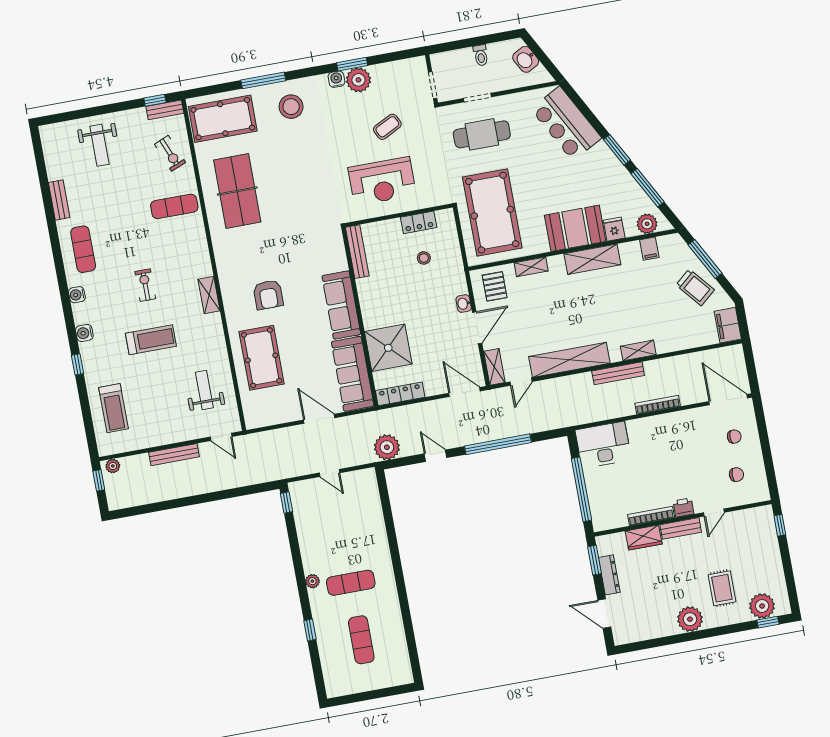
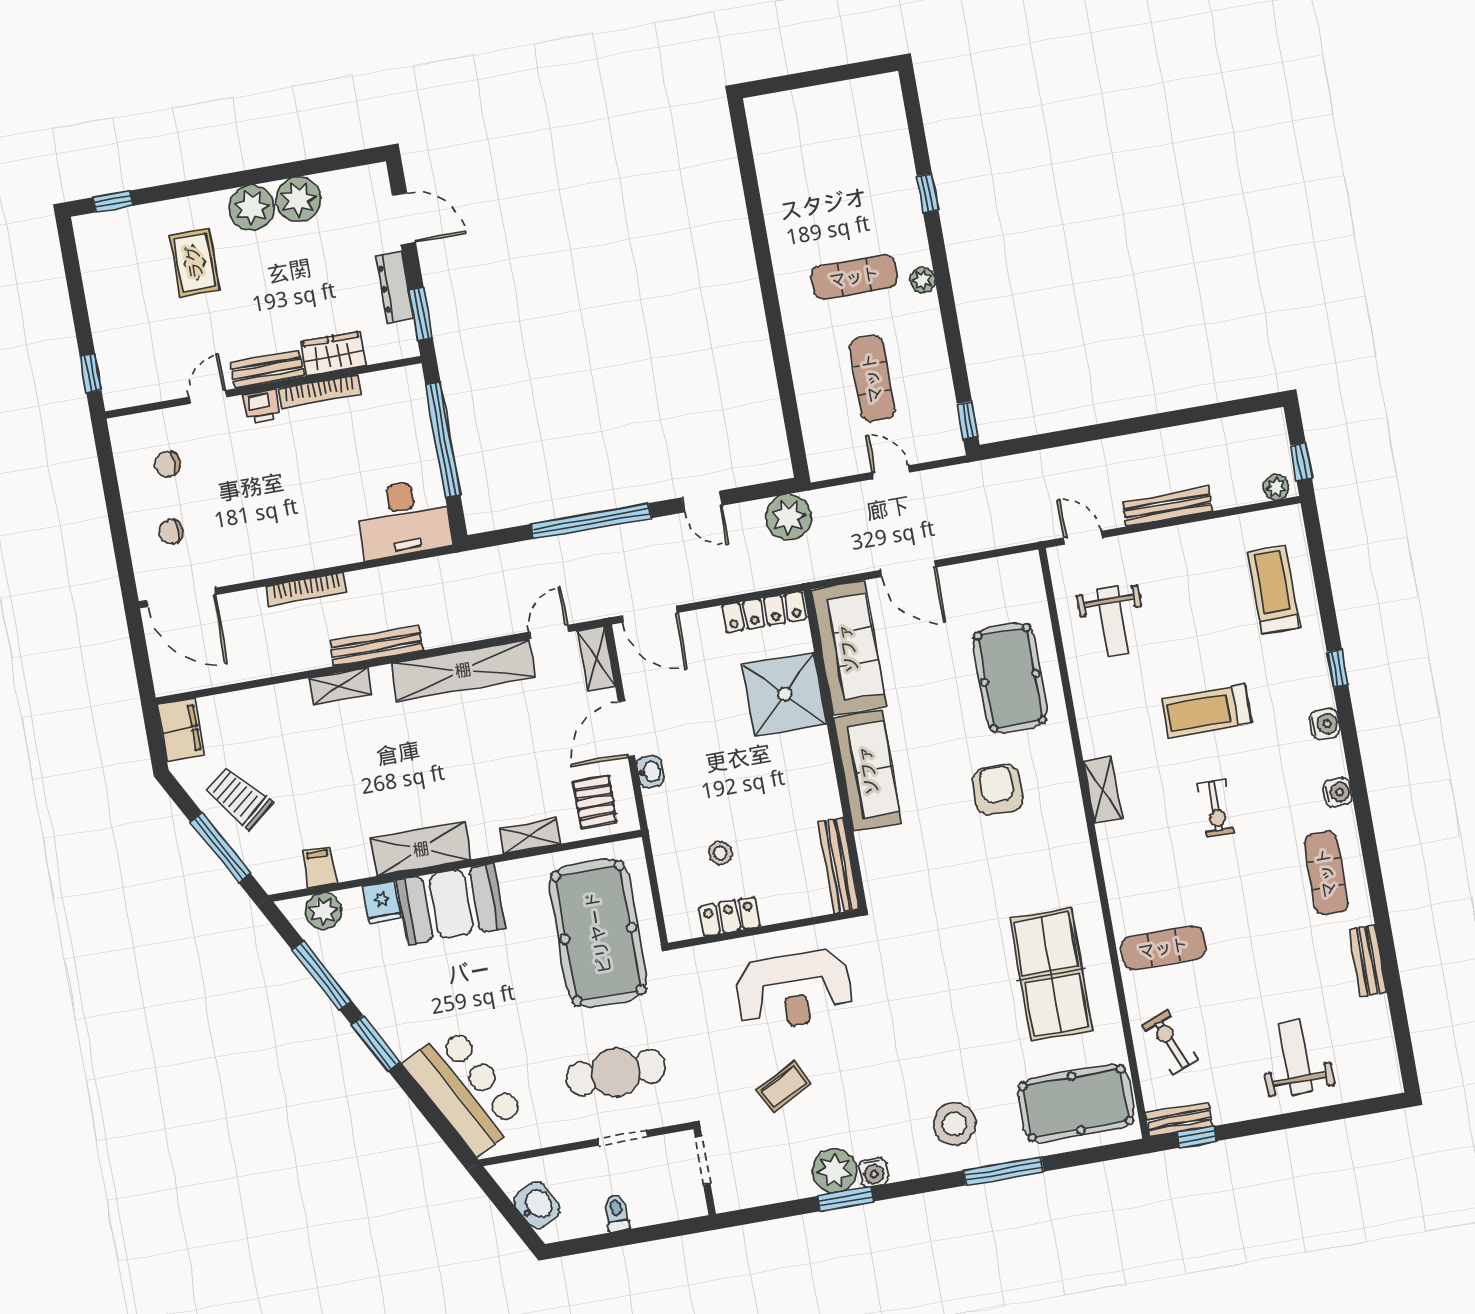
reception desk: (382, 181) -> (794, 990), turned 180
plant: (762, 606) -> (298, 199), moved
exercise mat: (361, 640) -> (872, 378), moved

